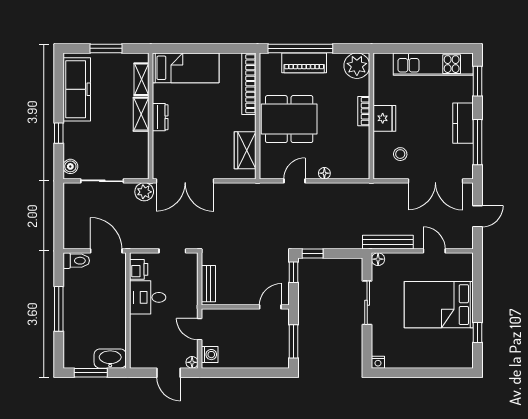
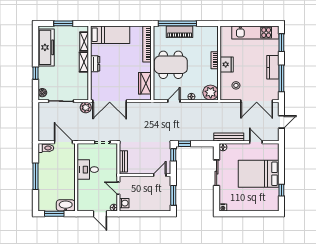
plant: (357, 66) -> (211, 93), moved
printer: (139, 269) -> (82, 153), removed

